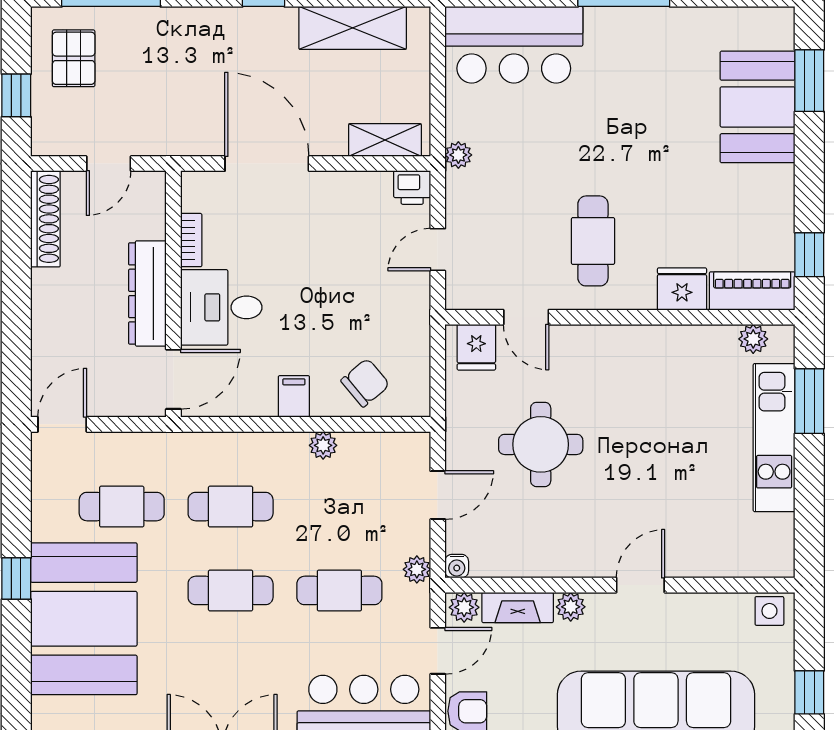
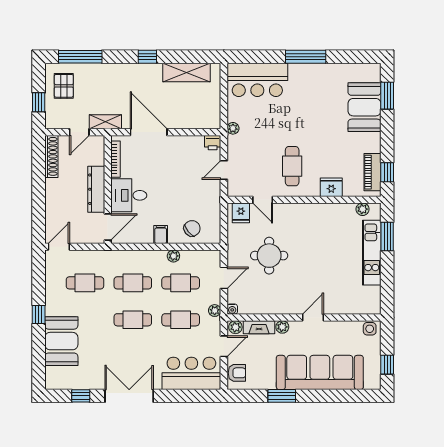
shelving: (385, 140) -> (105, 122), moved
bookcase: (191, 240) -> (115, 159), width x1.56
piano: (752, 291) -> (372, 172), moved, turned -90
cafe table: (339, 507) -> (181, 283), added
booth: (84, 619) -> (61, 341), width x0.73, depth x0.70

